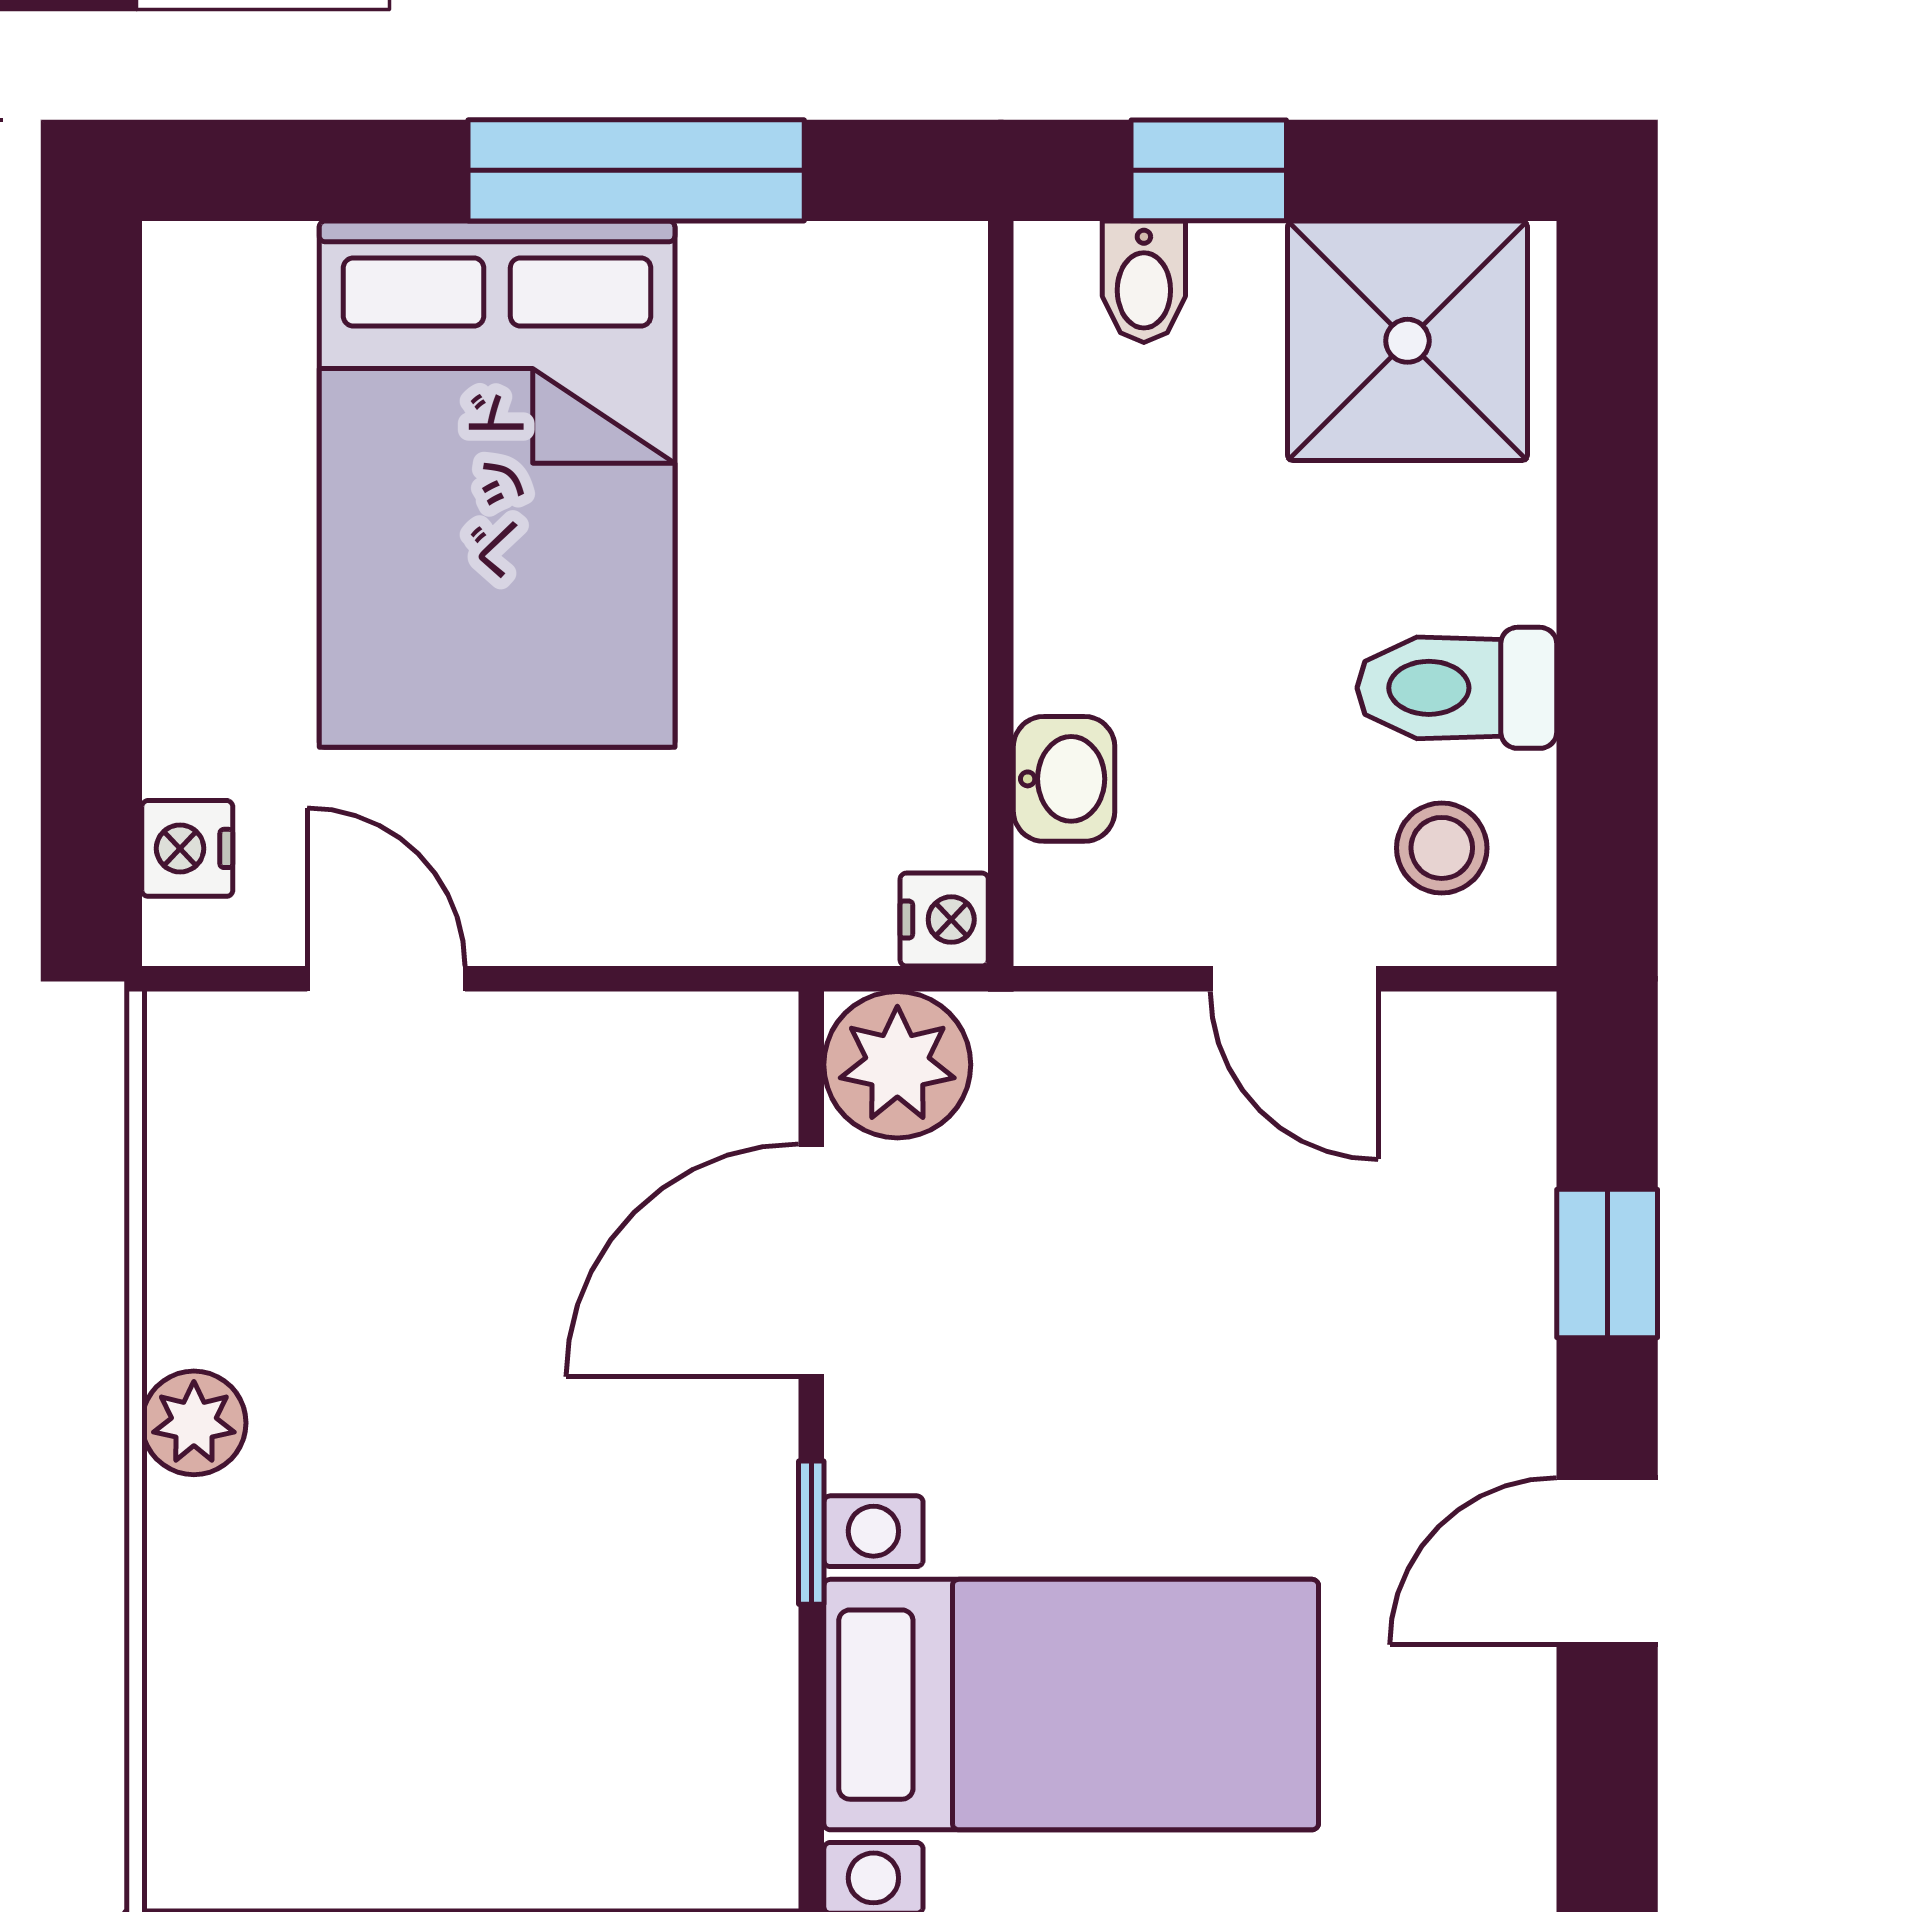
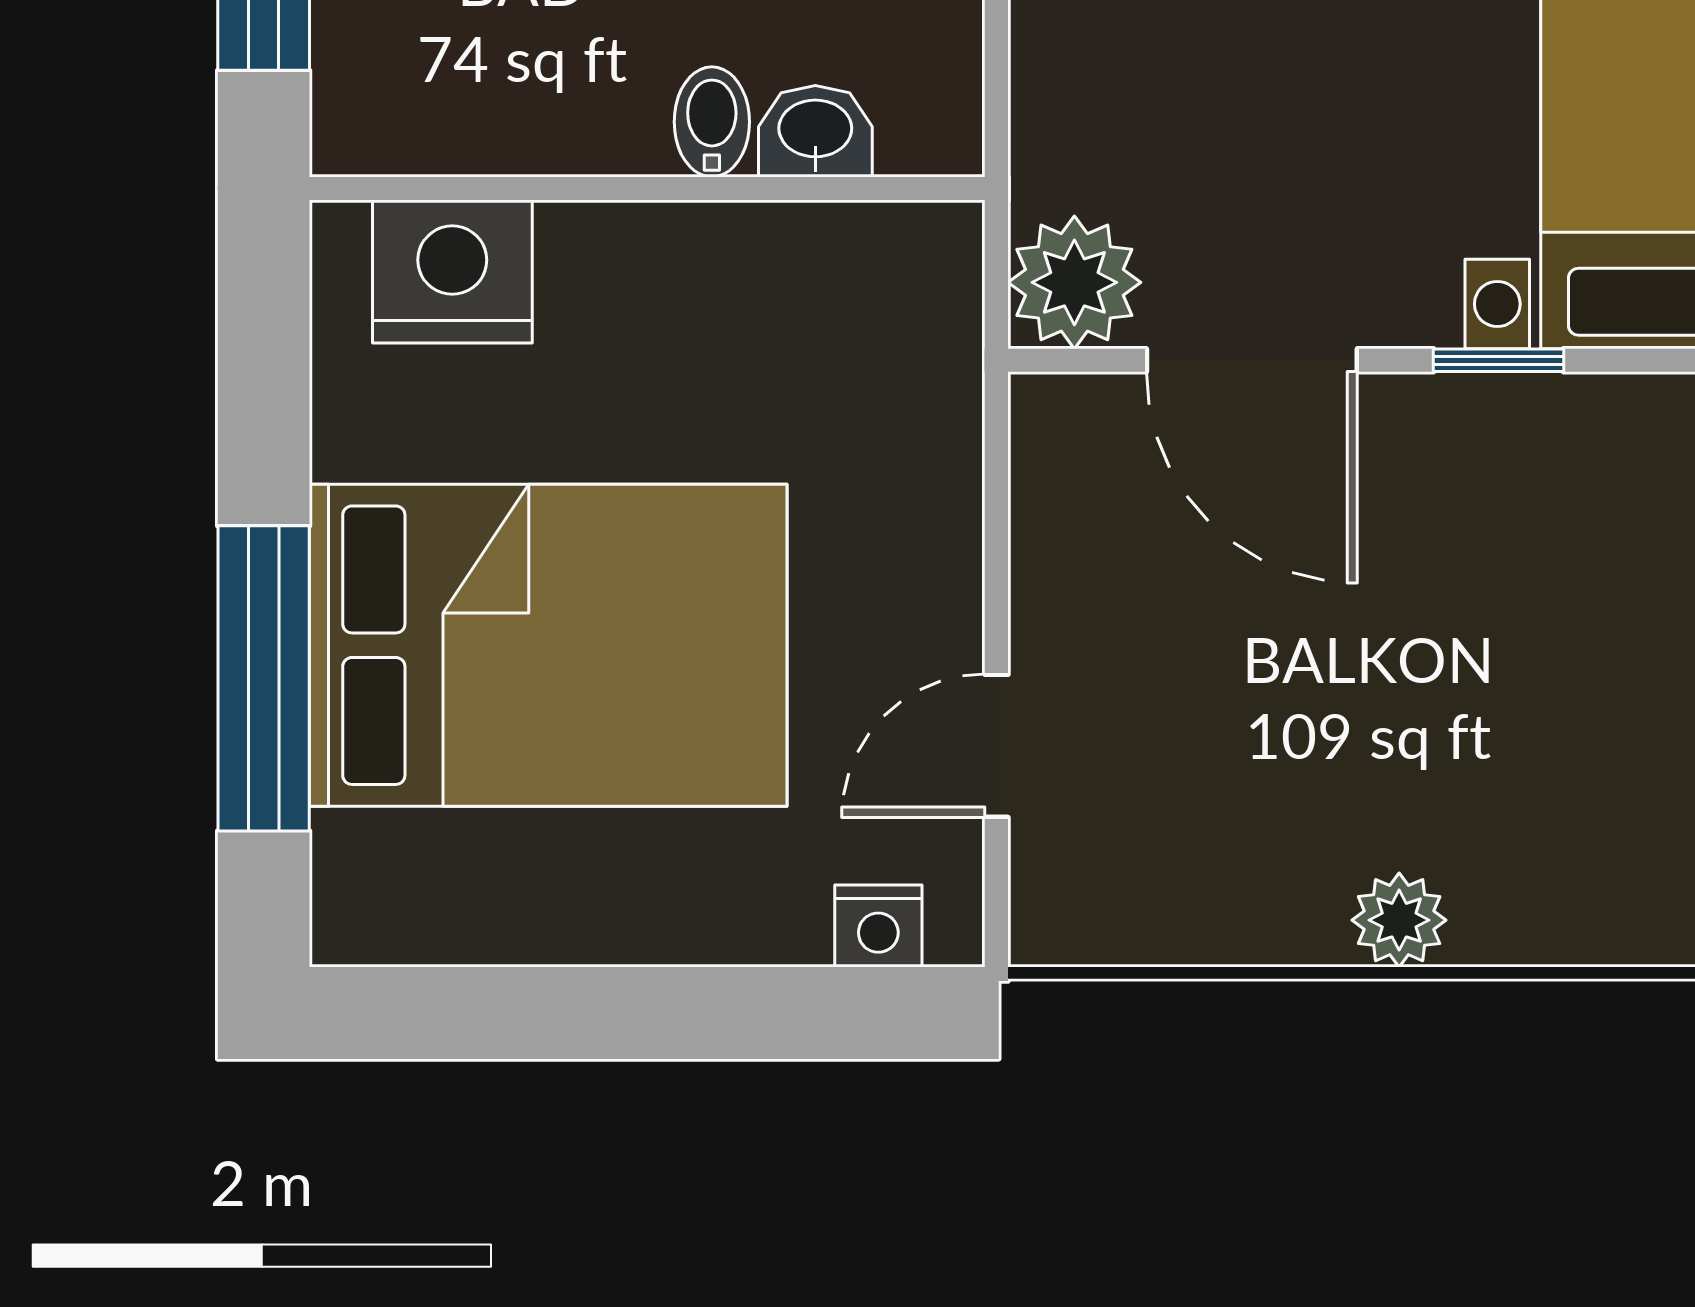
window: (636, 170) -> (264, 678), moved
bidet: (1144, 282) -> (712, 122), moved, turned -90
nightstand: (944, 920) -> (452, 272), moved, width x1.89, depth x1.79

